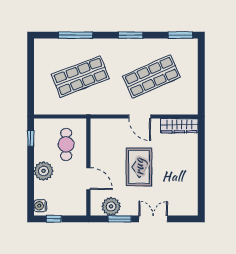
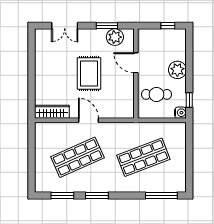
window: (76, 35) -> (161, 196), moved
window: (180, 35) -> (62, 196), moved
cafe table: (66, 144) -> (156, 94), turned 90
water cooler: (40, 206) -> (180, 113), moved
double door: (153, 219) -> (65, 26), moved

